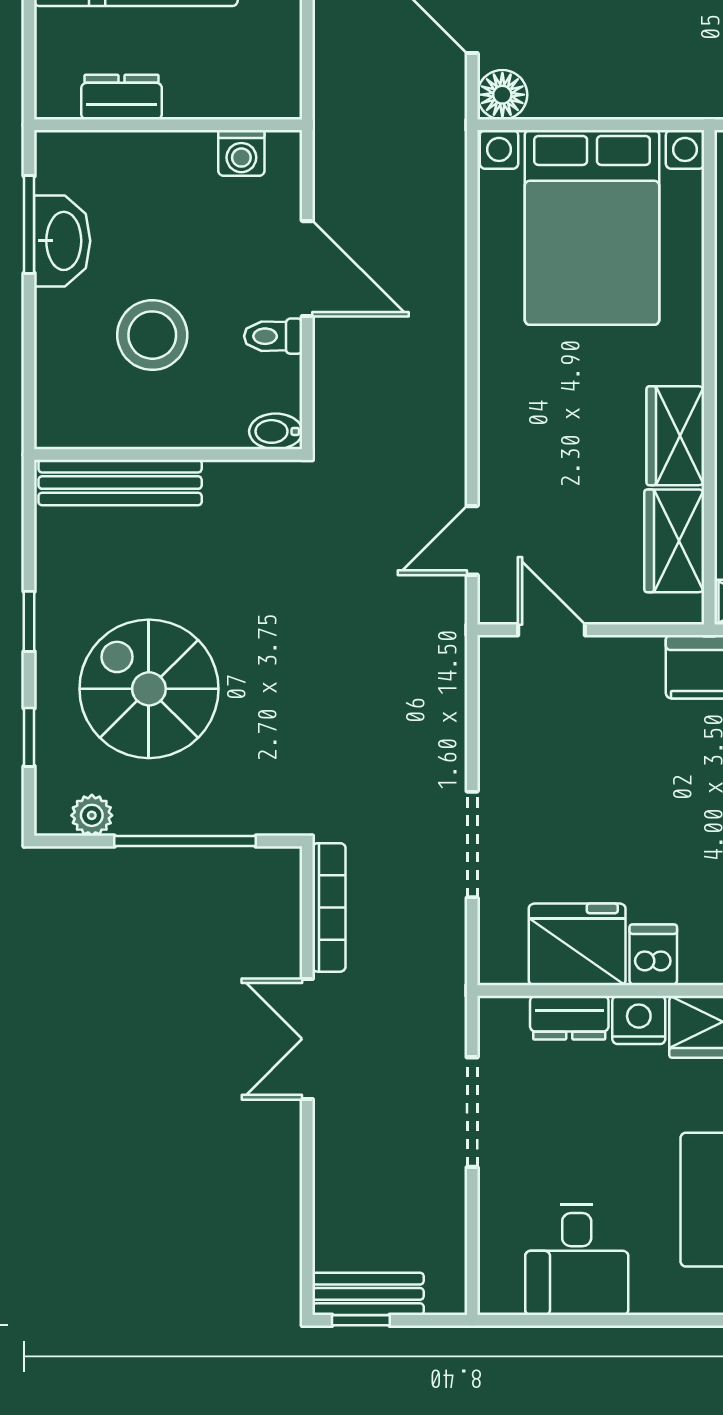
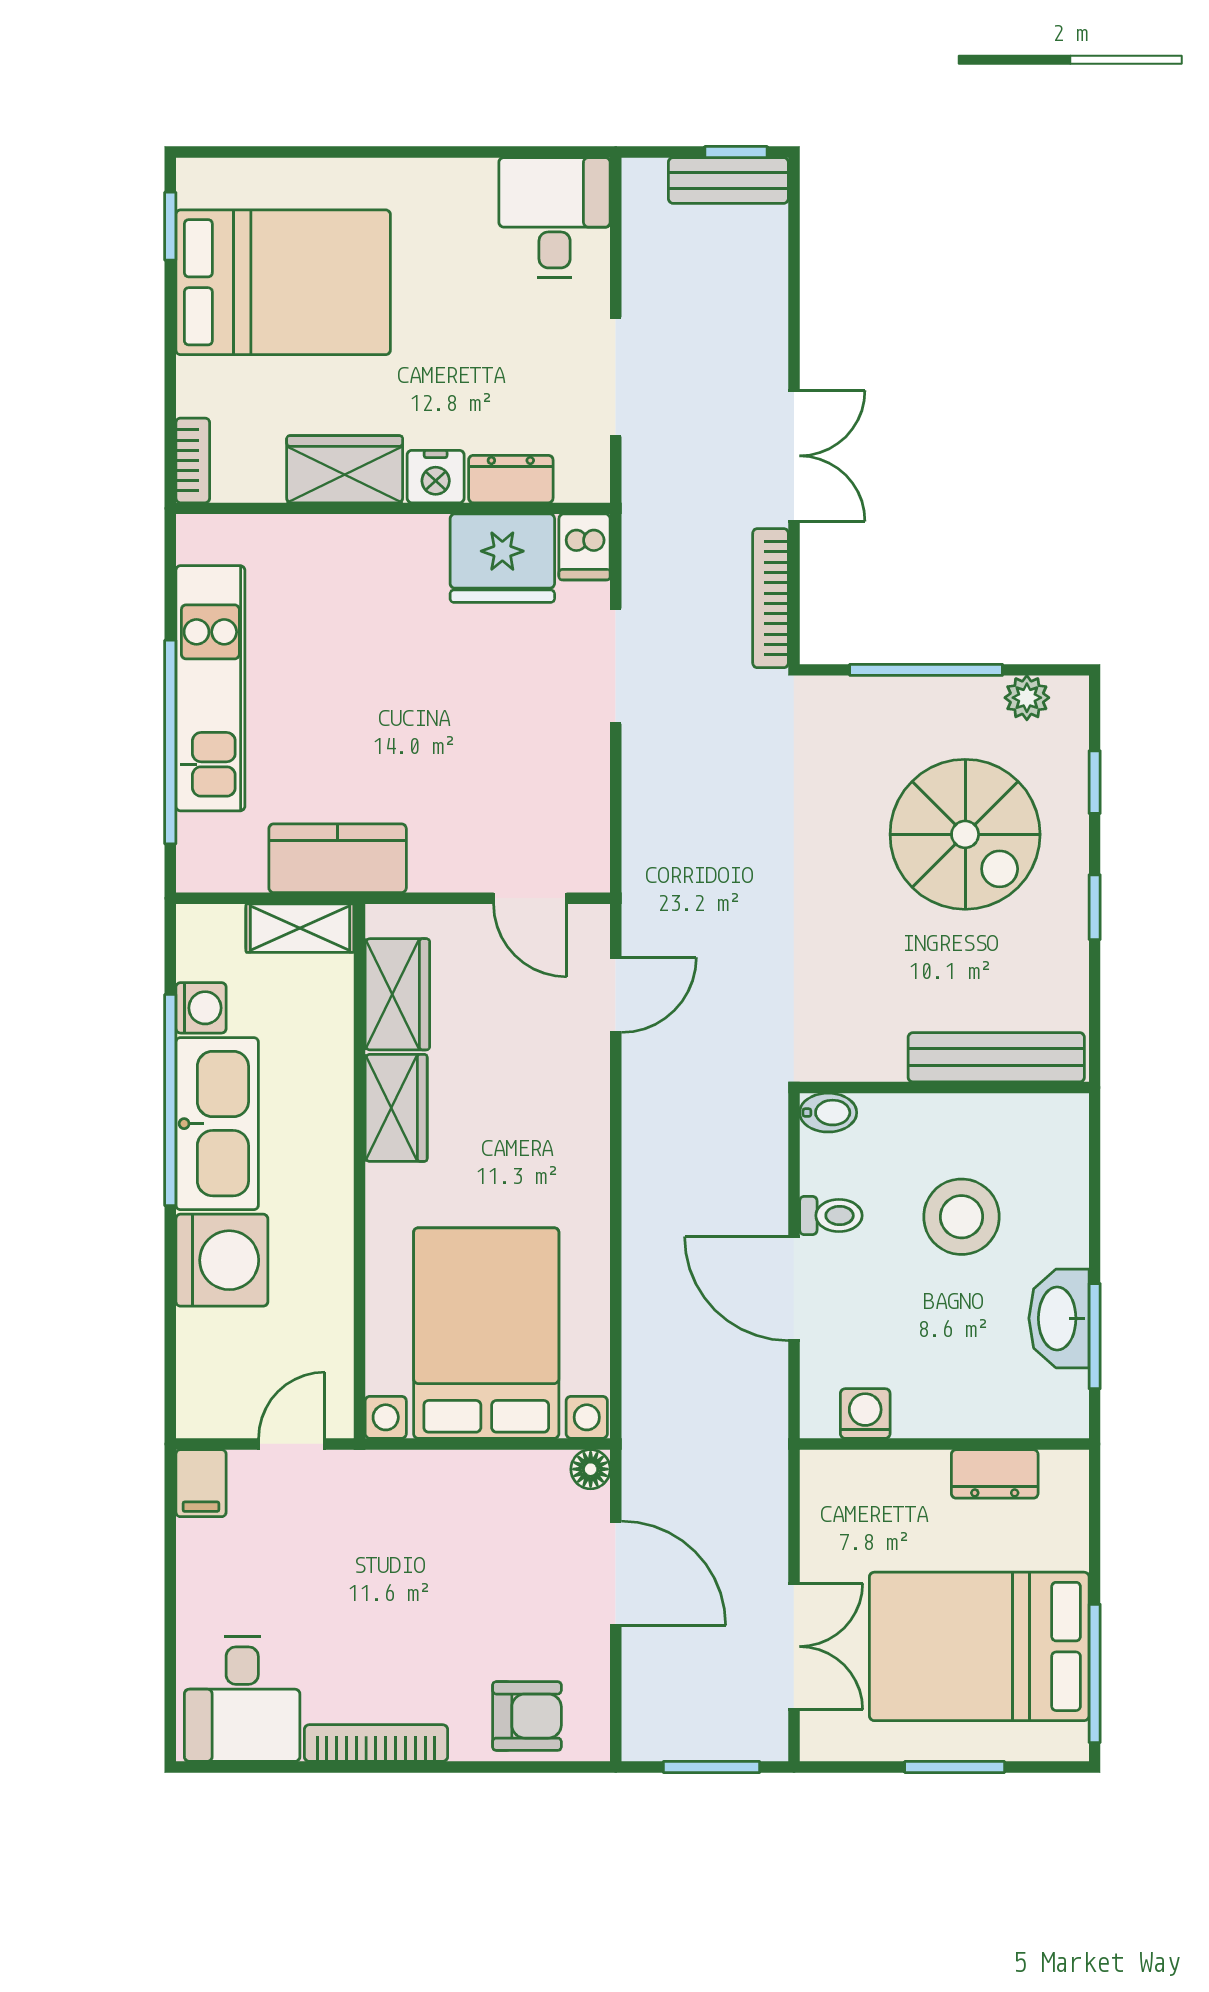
floor lamp: (502, 95) -> (591, 1469), width x0.73, depth x0.73
dishwasher: (653, 955) -> (585, 547), moved
desk: (577, 1260) -> (555, 217), moved

